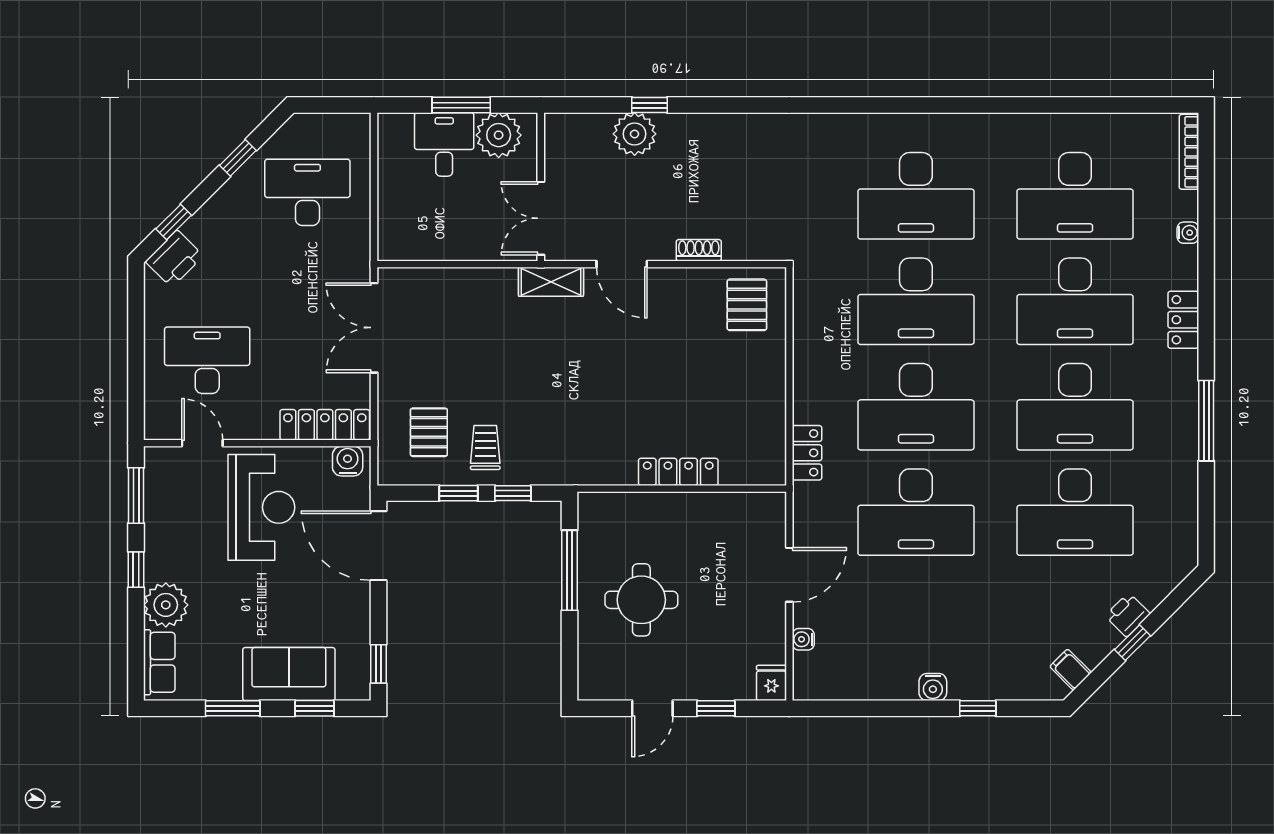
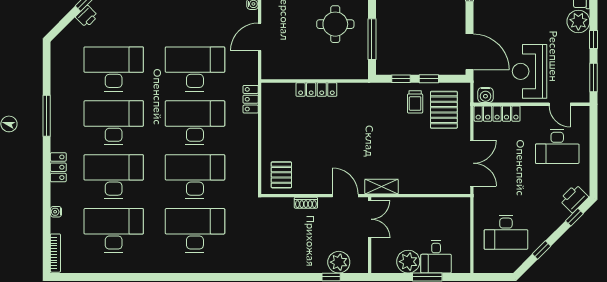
wall: (541, 187) -> (370, 235), moved
double door: (541, 218) -> (370, 219), moved
pallet: (429, 432) -> (444, 110), width x1.50, depth x1.42

